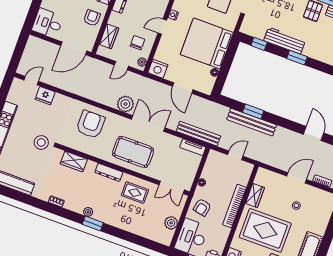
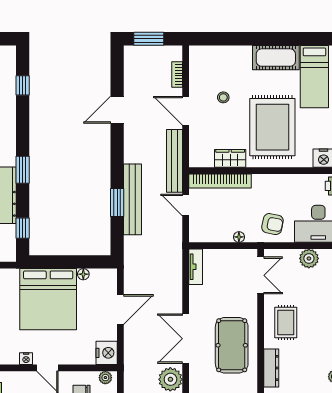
bench: (198, 134) -> (174, 161), moved
bookcase: (234, 206) -> (220, 181), moved

